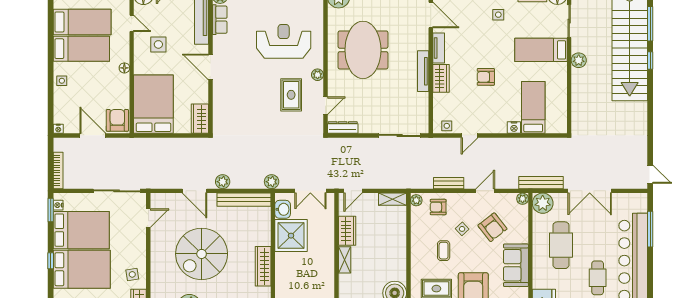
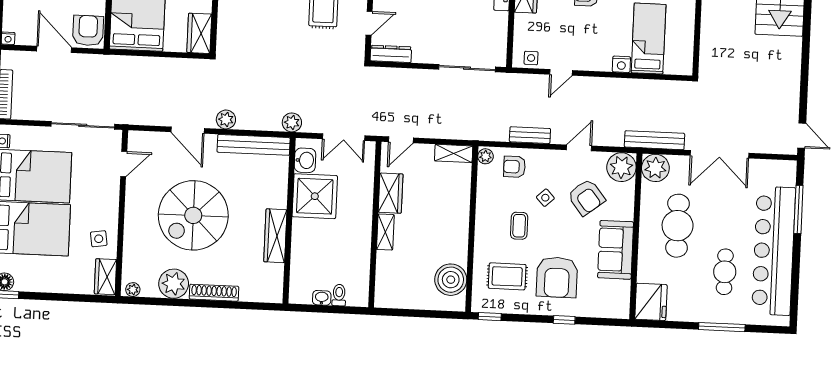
plant: (523, 199) -> (621, 167), width x1.87, depth x1.87

